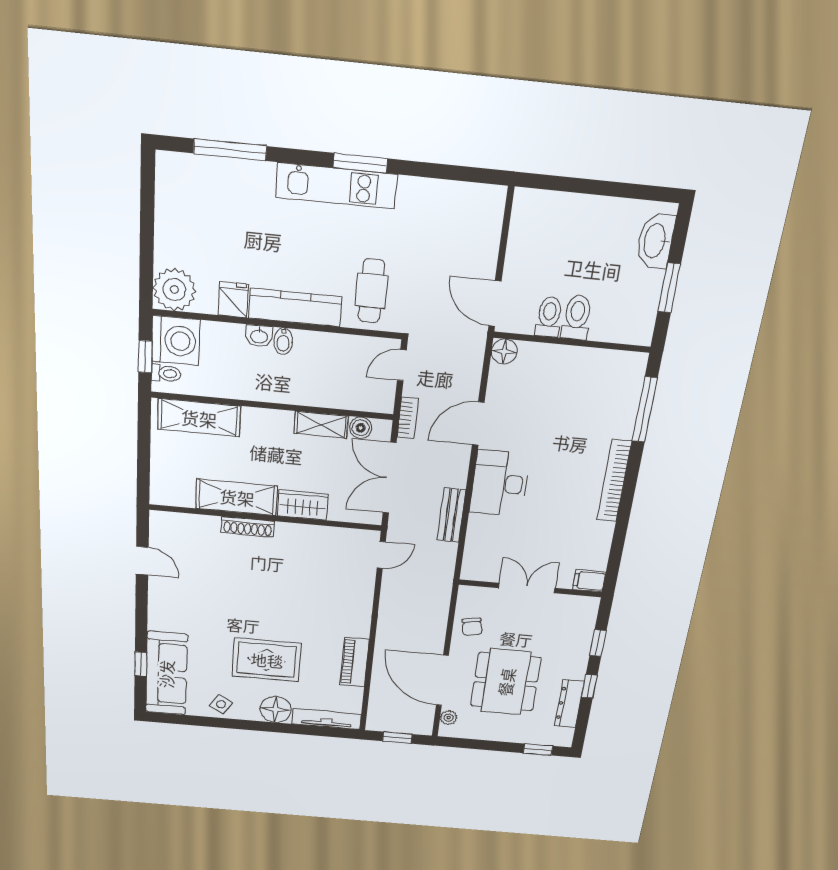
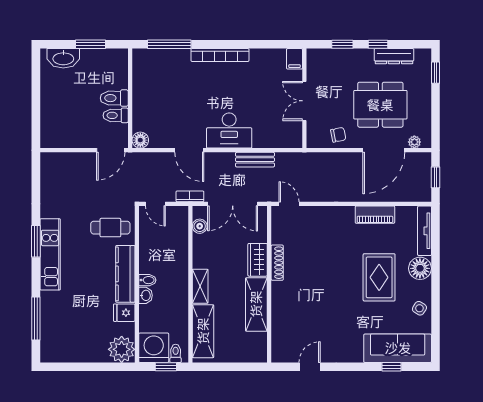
shelving: (321, 425) -> (200, 286), moved
shoe rack: (248, 527) -> (277, 263), moved

